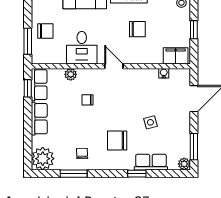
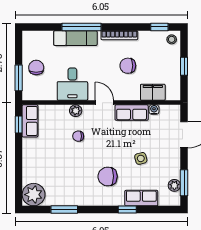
chair: (137, 29) -> (128, 66), turned 180
chair: (45, 31) -> (36, 67), turned -90
filing cabinet: (176, 56) -> (153, 92), moved
plant: (71, 74) -> (76, 111), moved
row of seats: (39, 119) -> (132, 113), moved, turned 90
chair: (82, 154) -> (73, 189), removed
plant: (184, 164) -> (174, 185), moved

